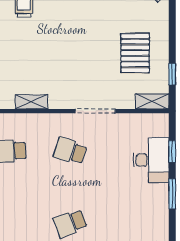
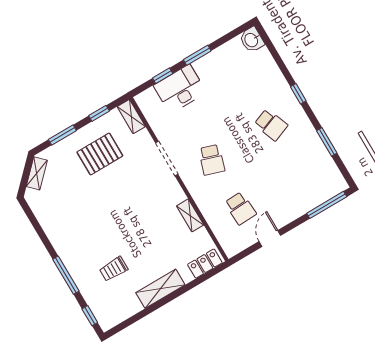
window: (172, 29) -> (62, 135), added

